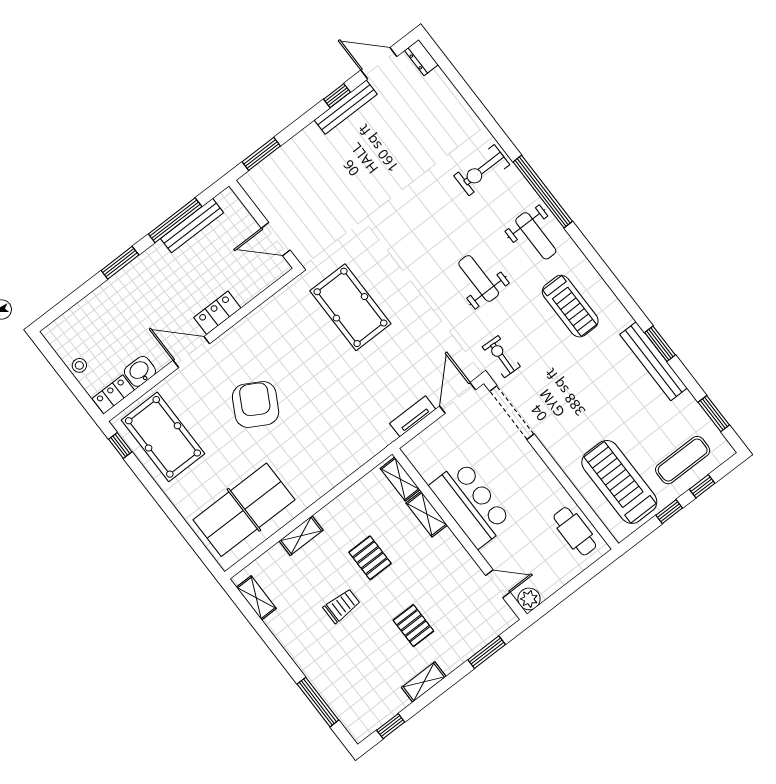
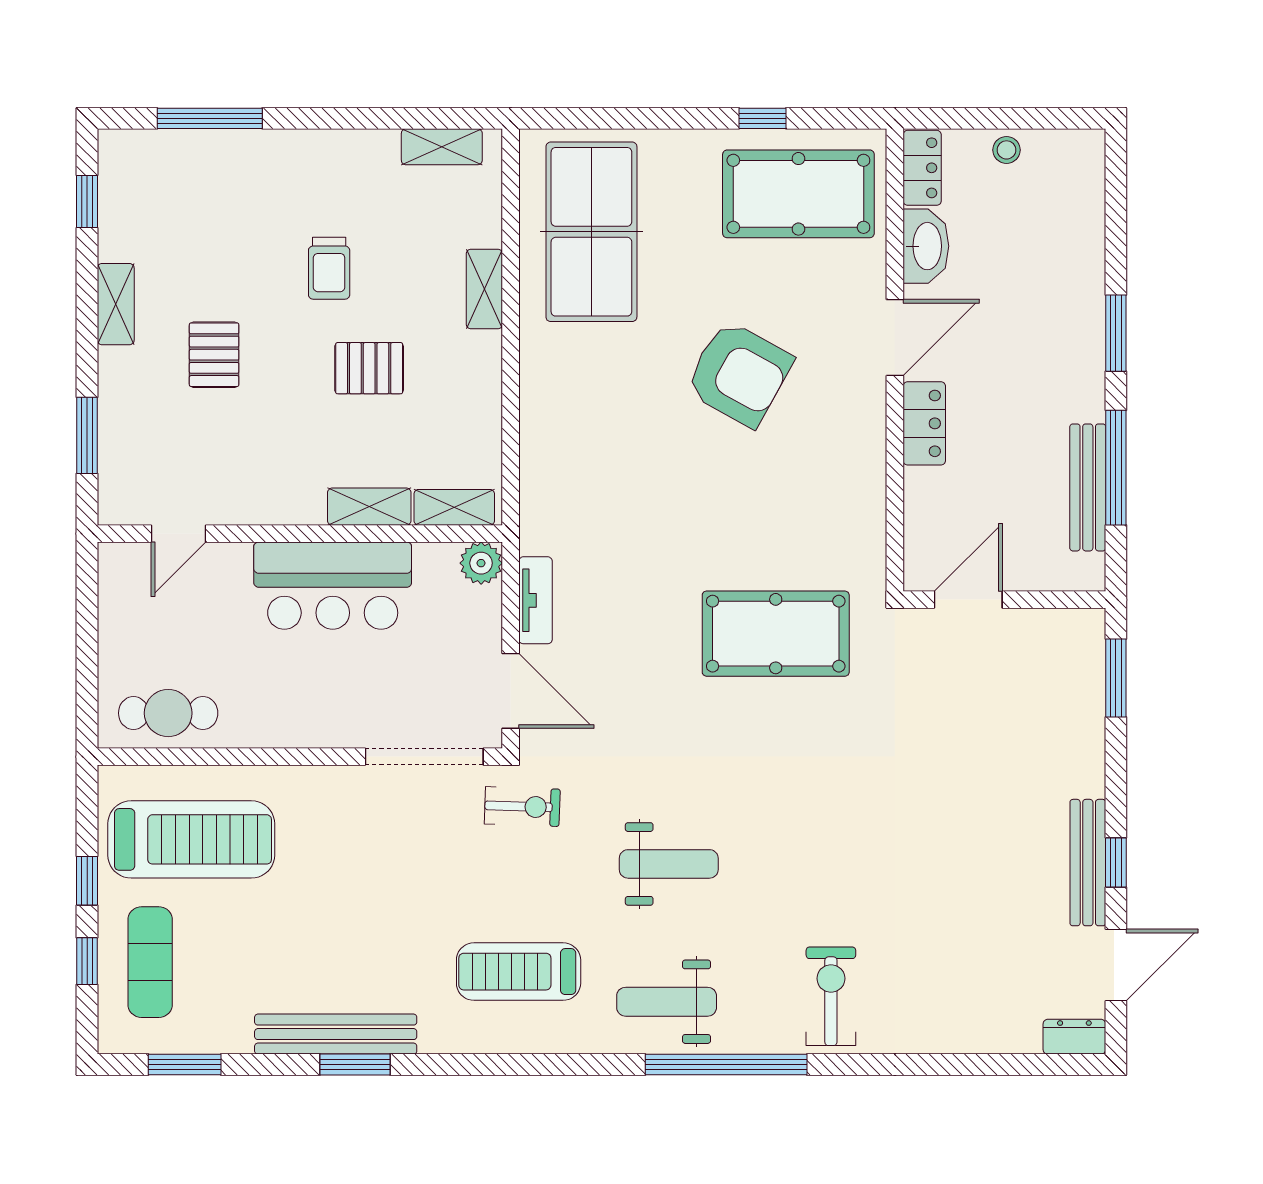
washbasin: (140, 371) -> (926, 246), width x1.38
window: (120, 445) -> (763, 118), moved
plant: (529, 599) -> (481, 563), moved
pallet: (413, 626) -> (214, 355), turned 90

